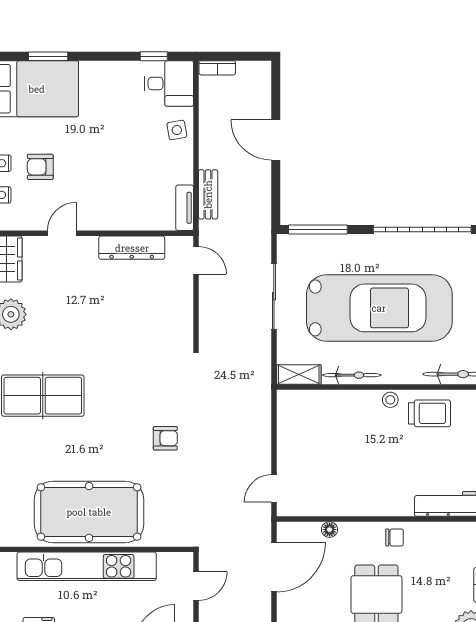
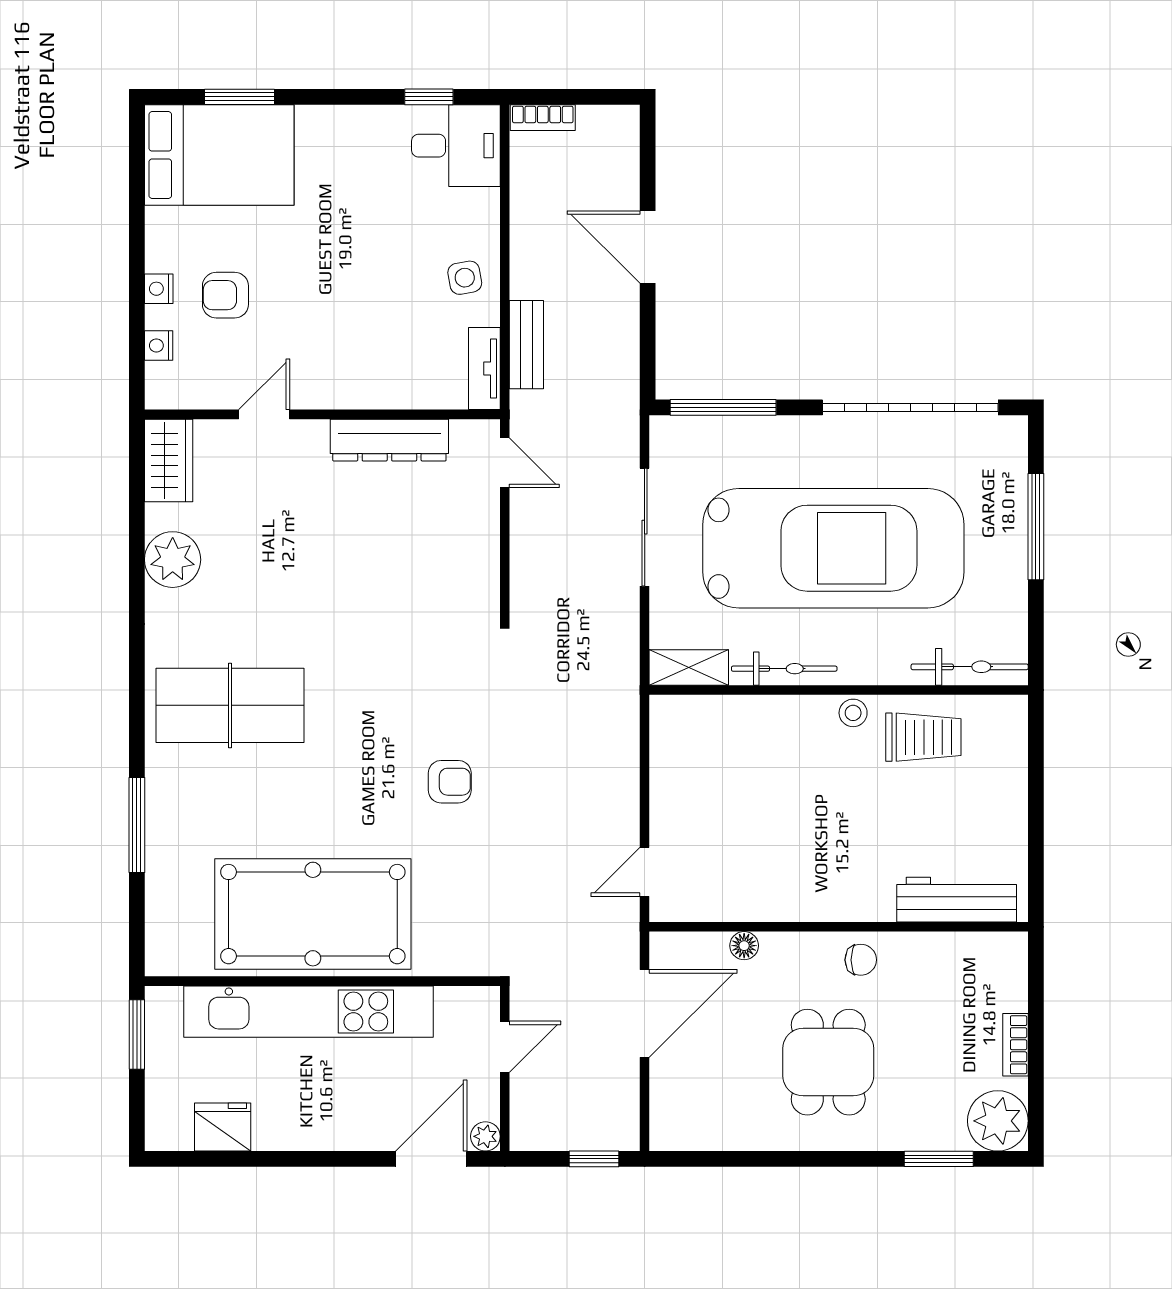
side table: (177, 130) -> (465, 278), moved

